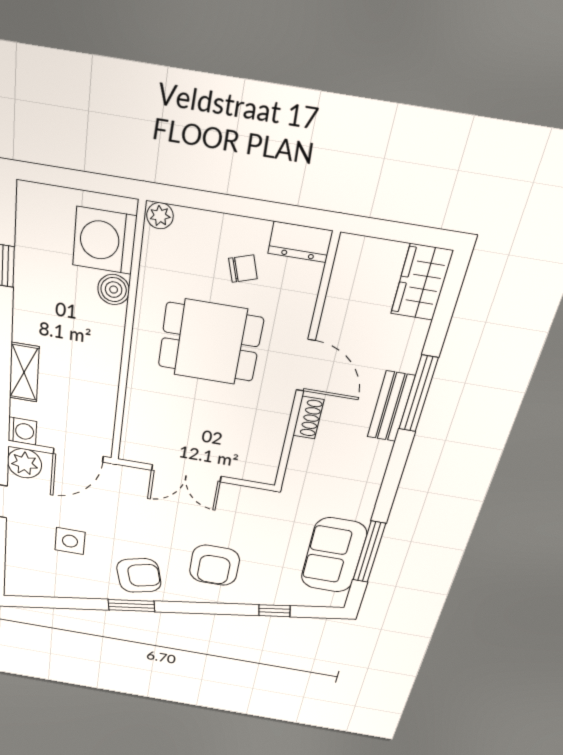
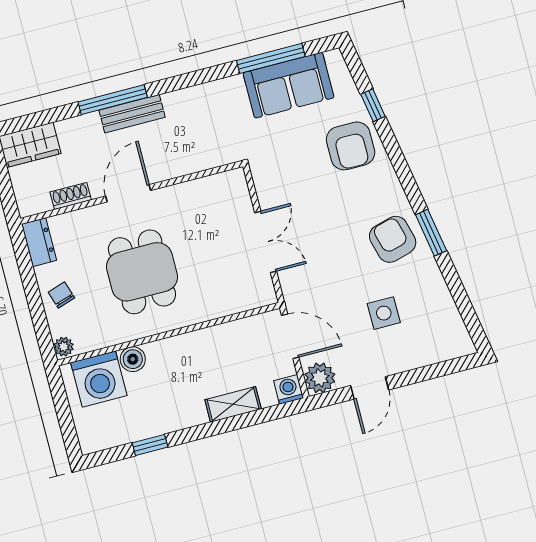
chair: (243, 269) -> (61, 295), moved
shoe rack: (308, 418) -> (71, 196), moved
armchair: (214, 565) -> (351, 146), moved, turned 90

